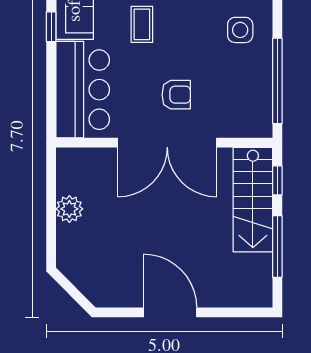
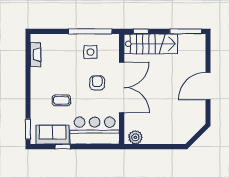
side table: (240, 30) -> (90, 52), moved
plant: (69, 209) -> (135, 137), moved
window: (277, 247) -> (186, 31), moved

